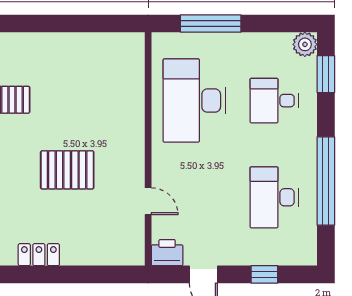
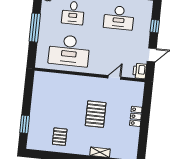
window: (30, 24) -> (25, 124), added
window: (211, 24) -> (35, 28), moved
locker: (39, 255) -> (136, 116), moved

